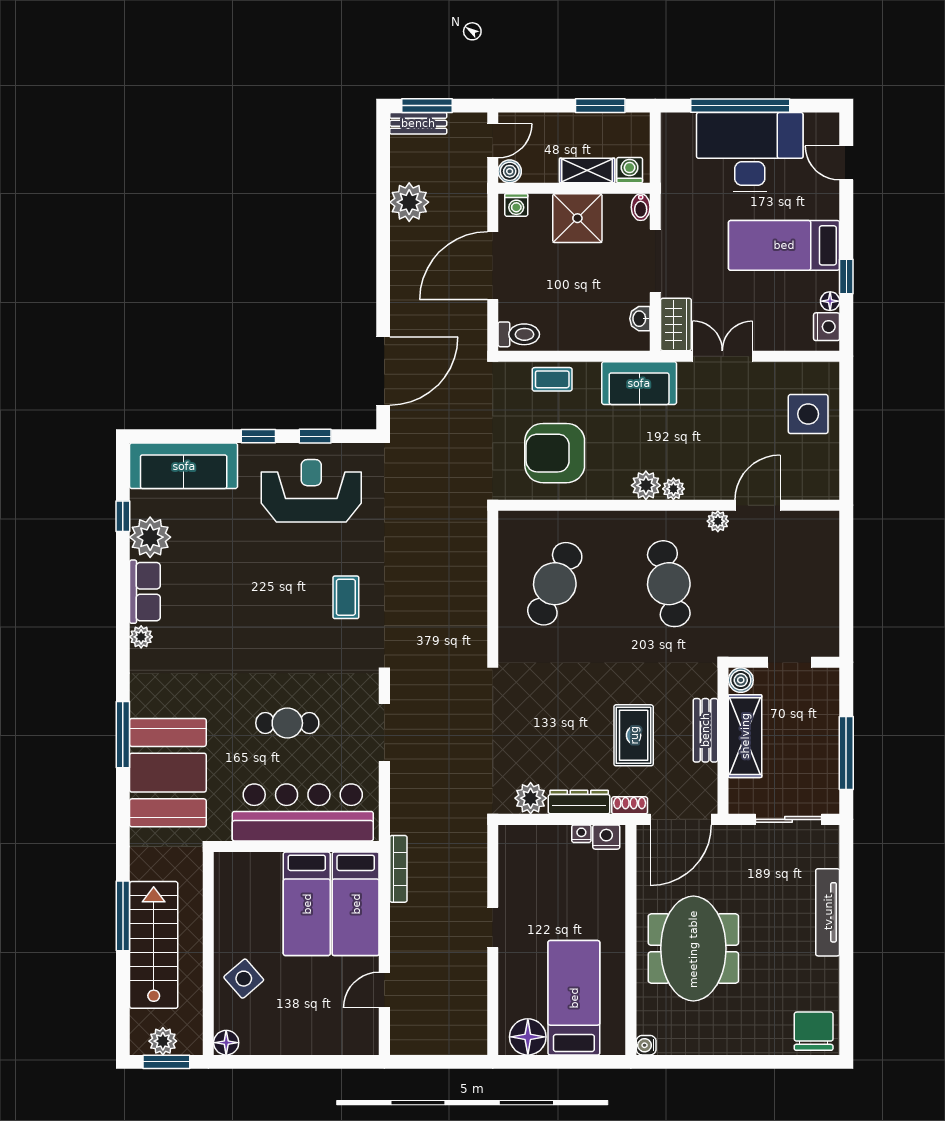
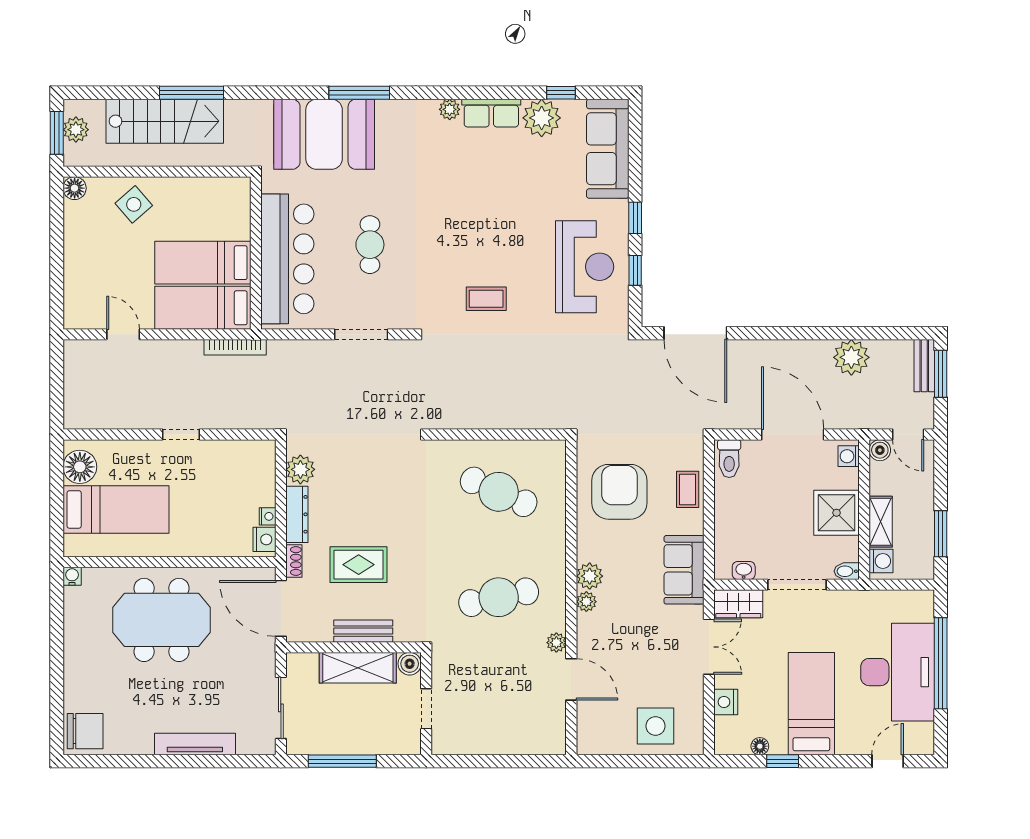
nightstand: (827, 327) -> (726, 702), moved, turned 90

